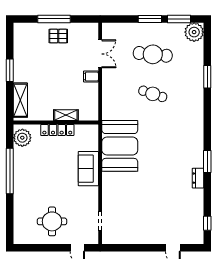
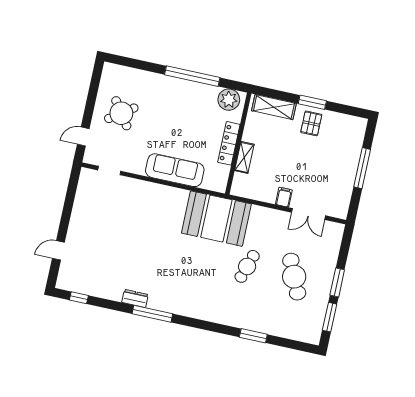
plant: (194, 32) -> (310, 332), removed
pallet: (58, 36) -> (311, 123), moved
cafe table: (153, 54) -> (294, 277), turned -30
booth: (120, 146) -> (216, 219), moved
window: (207, 161) -> (152, 314), width x1.44
sofa: (88, 169) -> (175, 170), width x1.36
round table: (52, 221) -> (121, 113), turned -35

